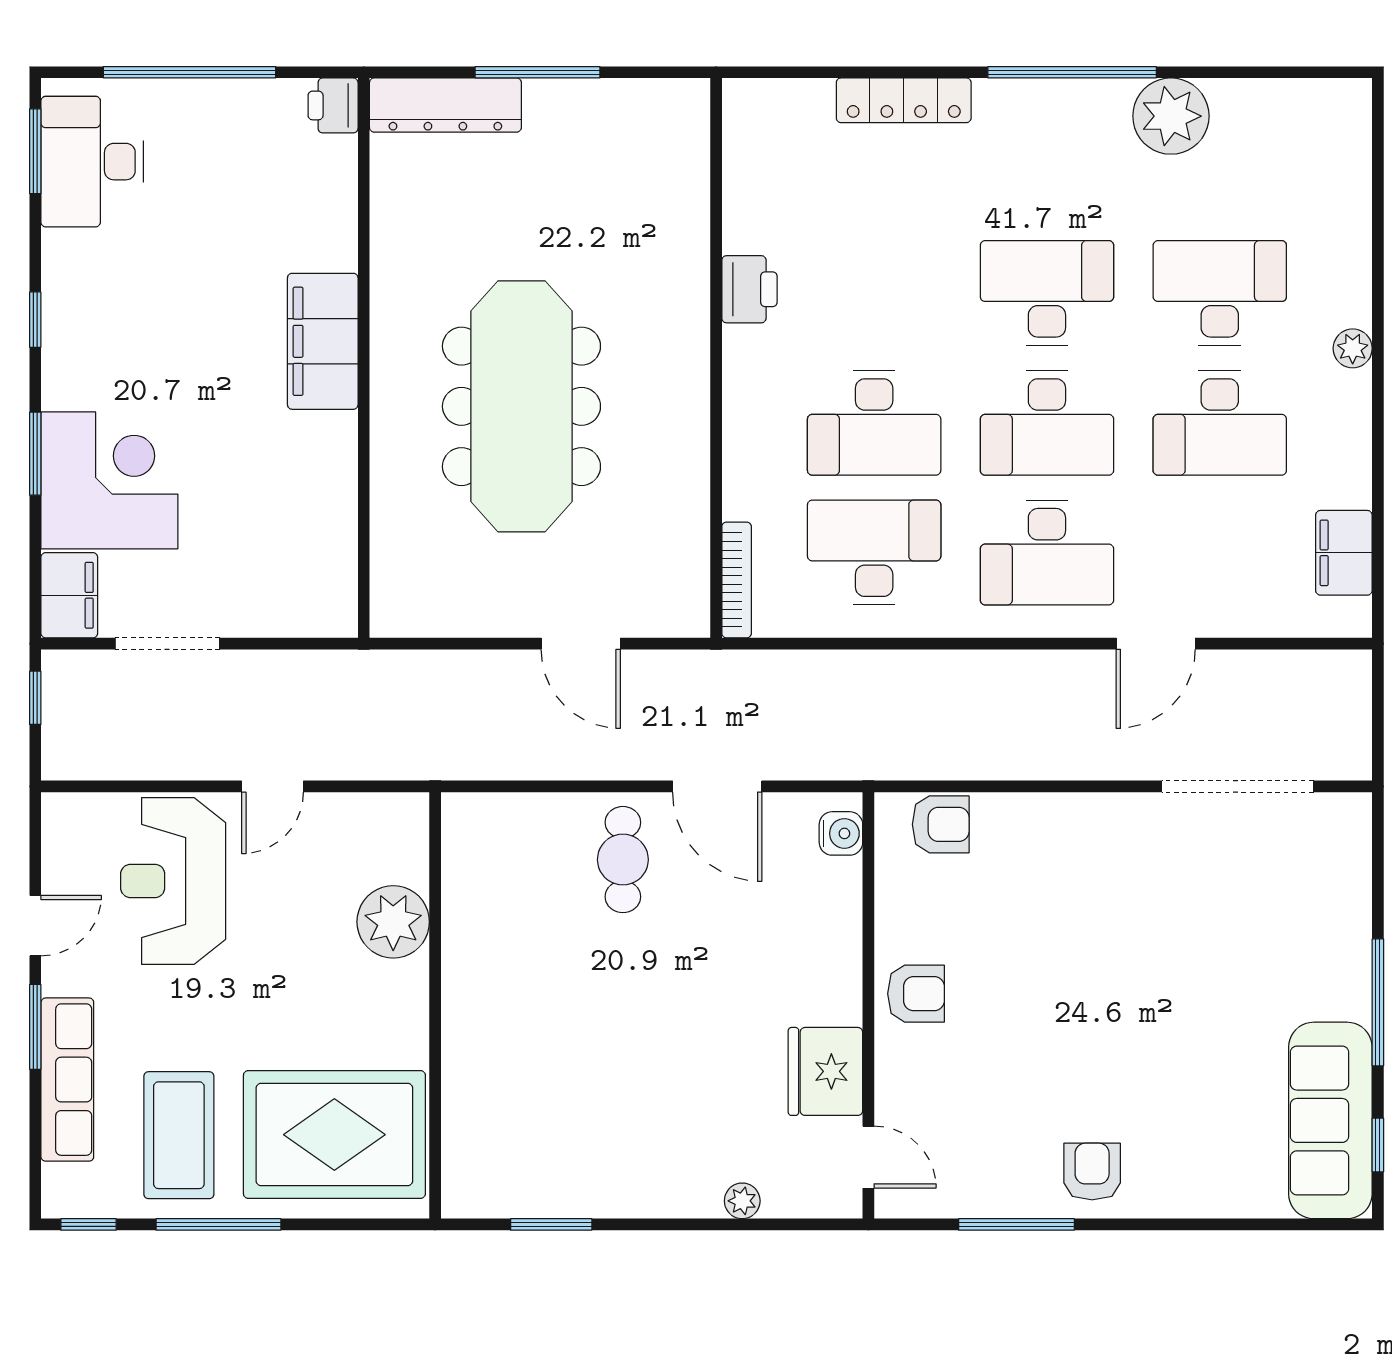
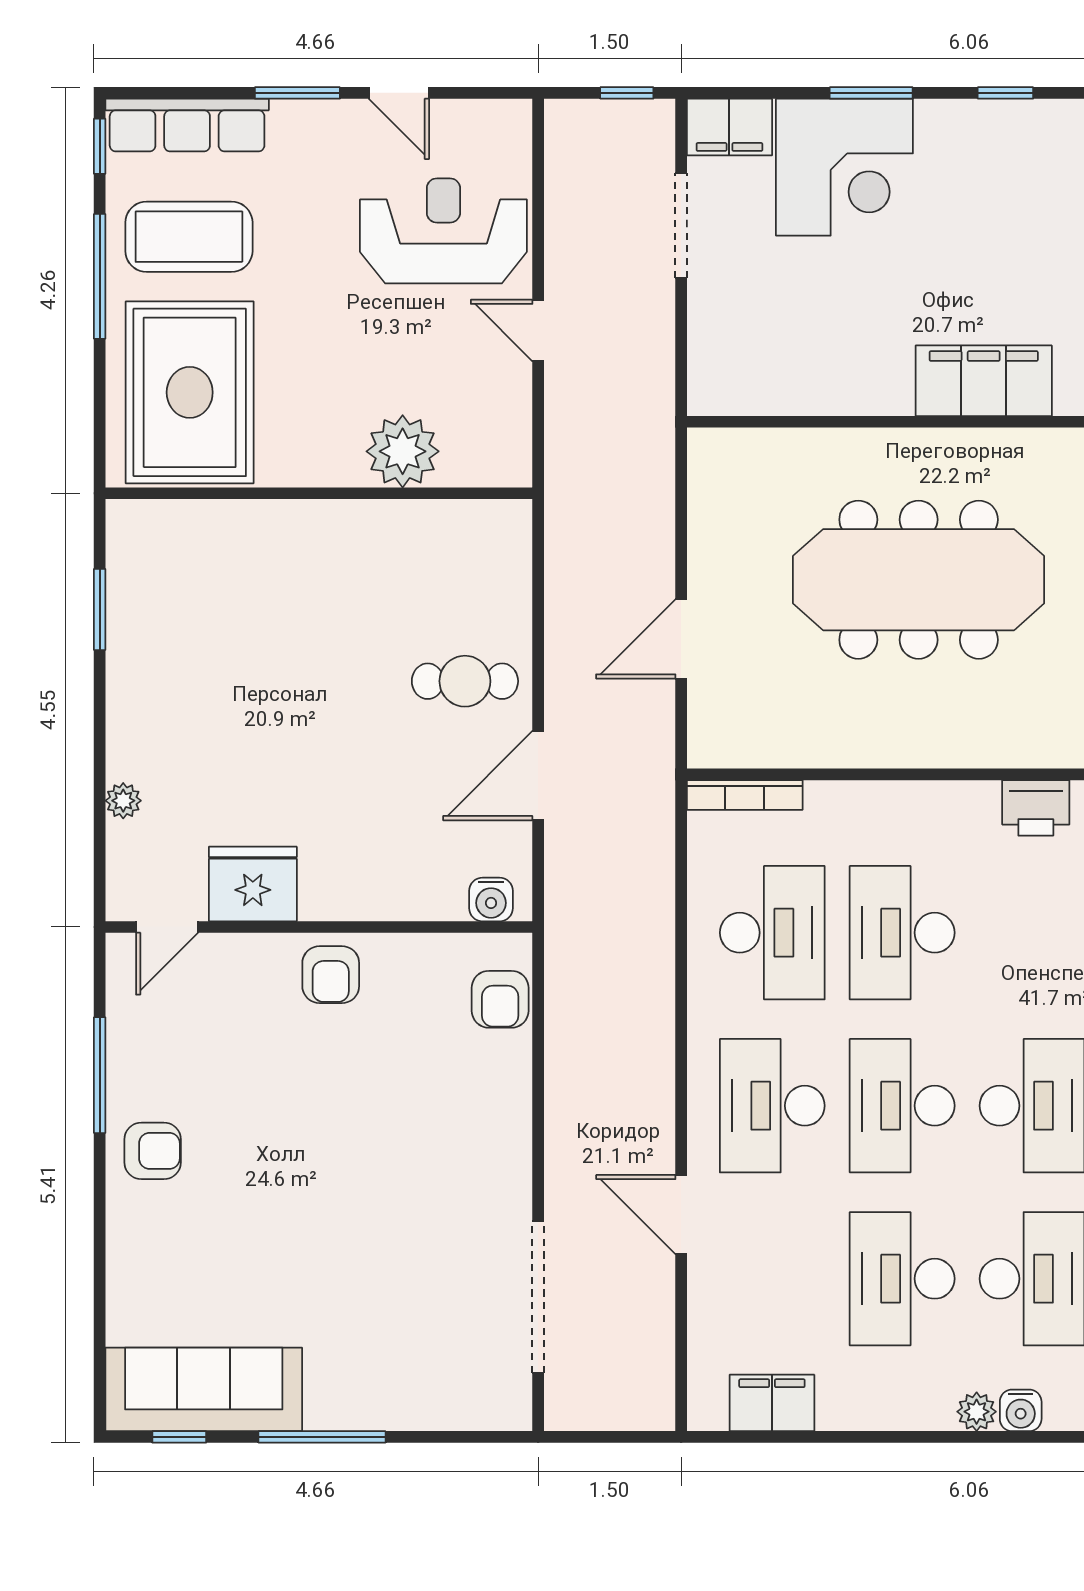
water cooler: (1351, 304) -> (1021, 1410), added
row of seats: (67, 1080) -> (187, 125), moved

